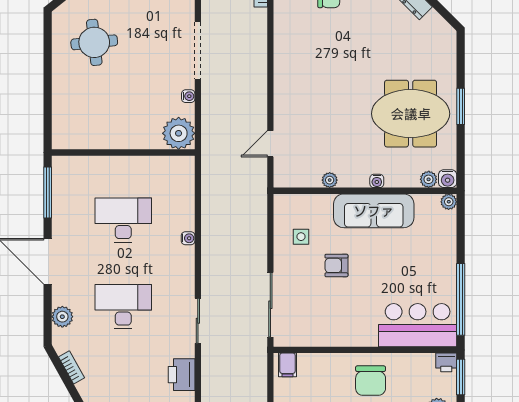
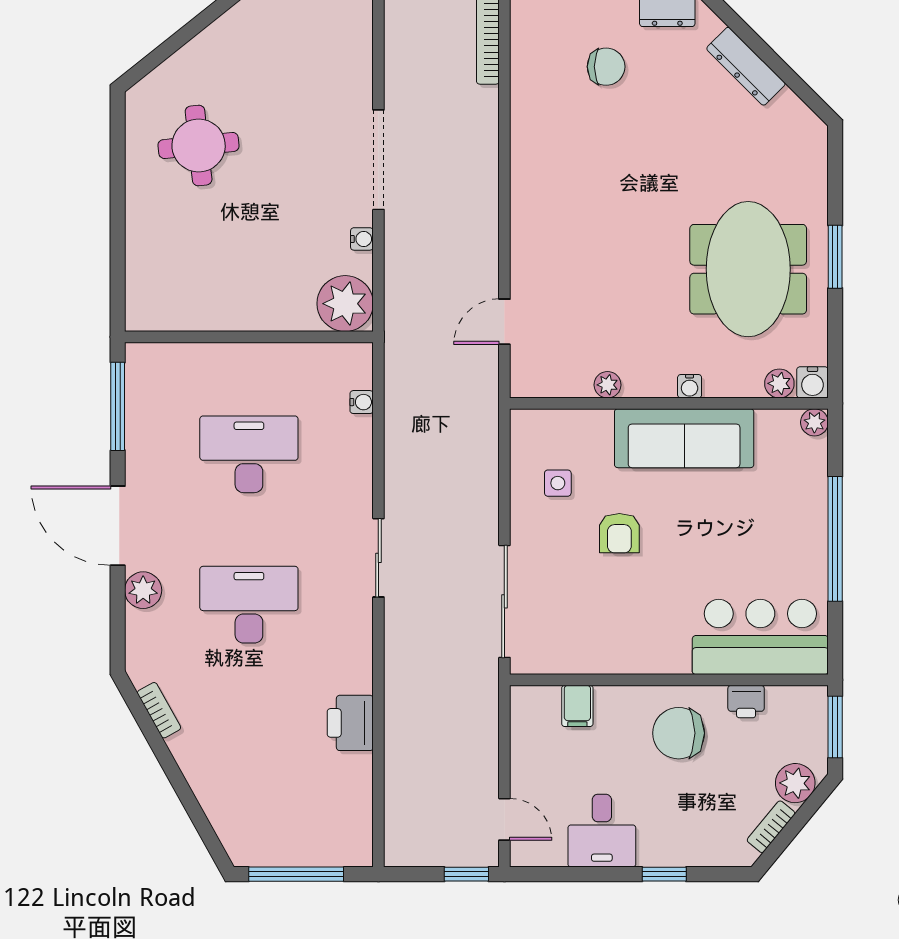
meeting table: (411, 114) -> (748, 269), turned 90
water cooler: (188, 238) -> (362, 402), moved
armchair: (336, 265) -> (619, 533), turned -90
window: (461, 299) -> (835, 539), moved
plant: (62, 317) -> (143, 590), moved
sliding door: (198, 321) -> (378, 558), moved
printer: (446, 362) -> (746, 702), moved
filing cabinet: (287, 365) -> (577, 706), moved
chair: (371, 381) -> (679, 733), turned 90

